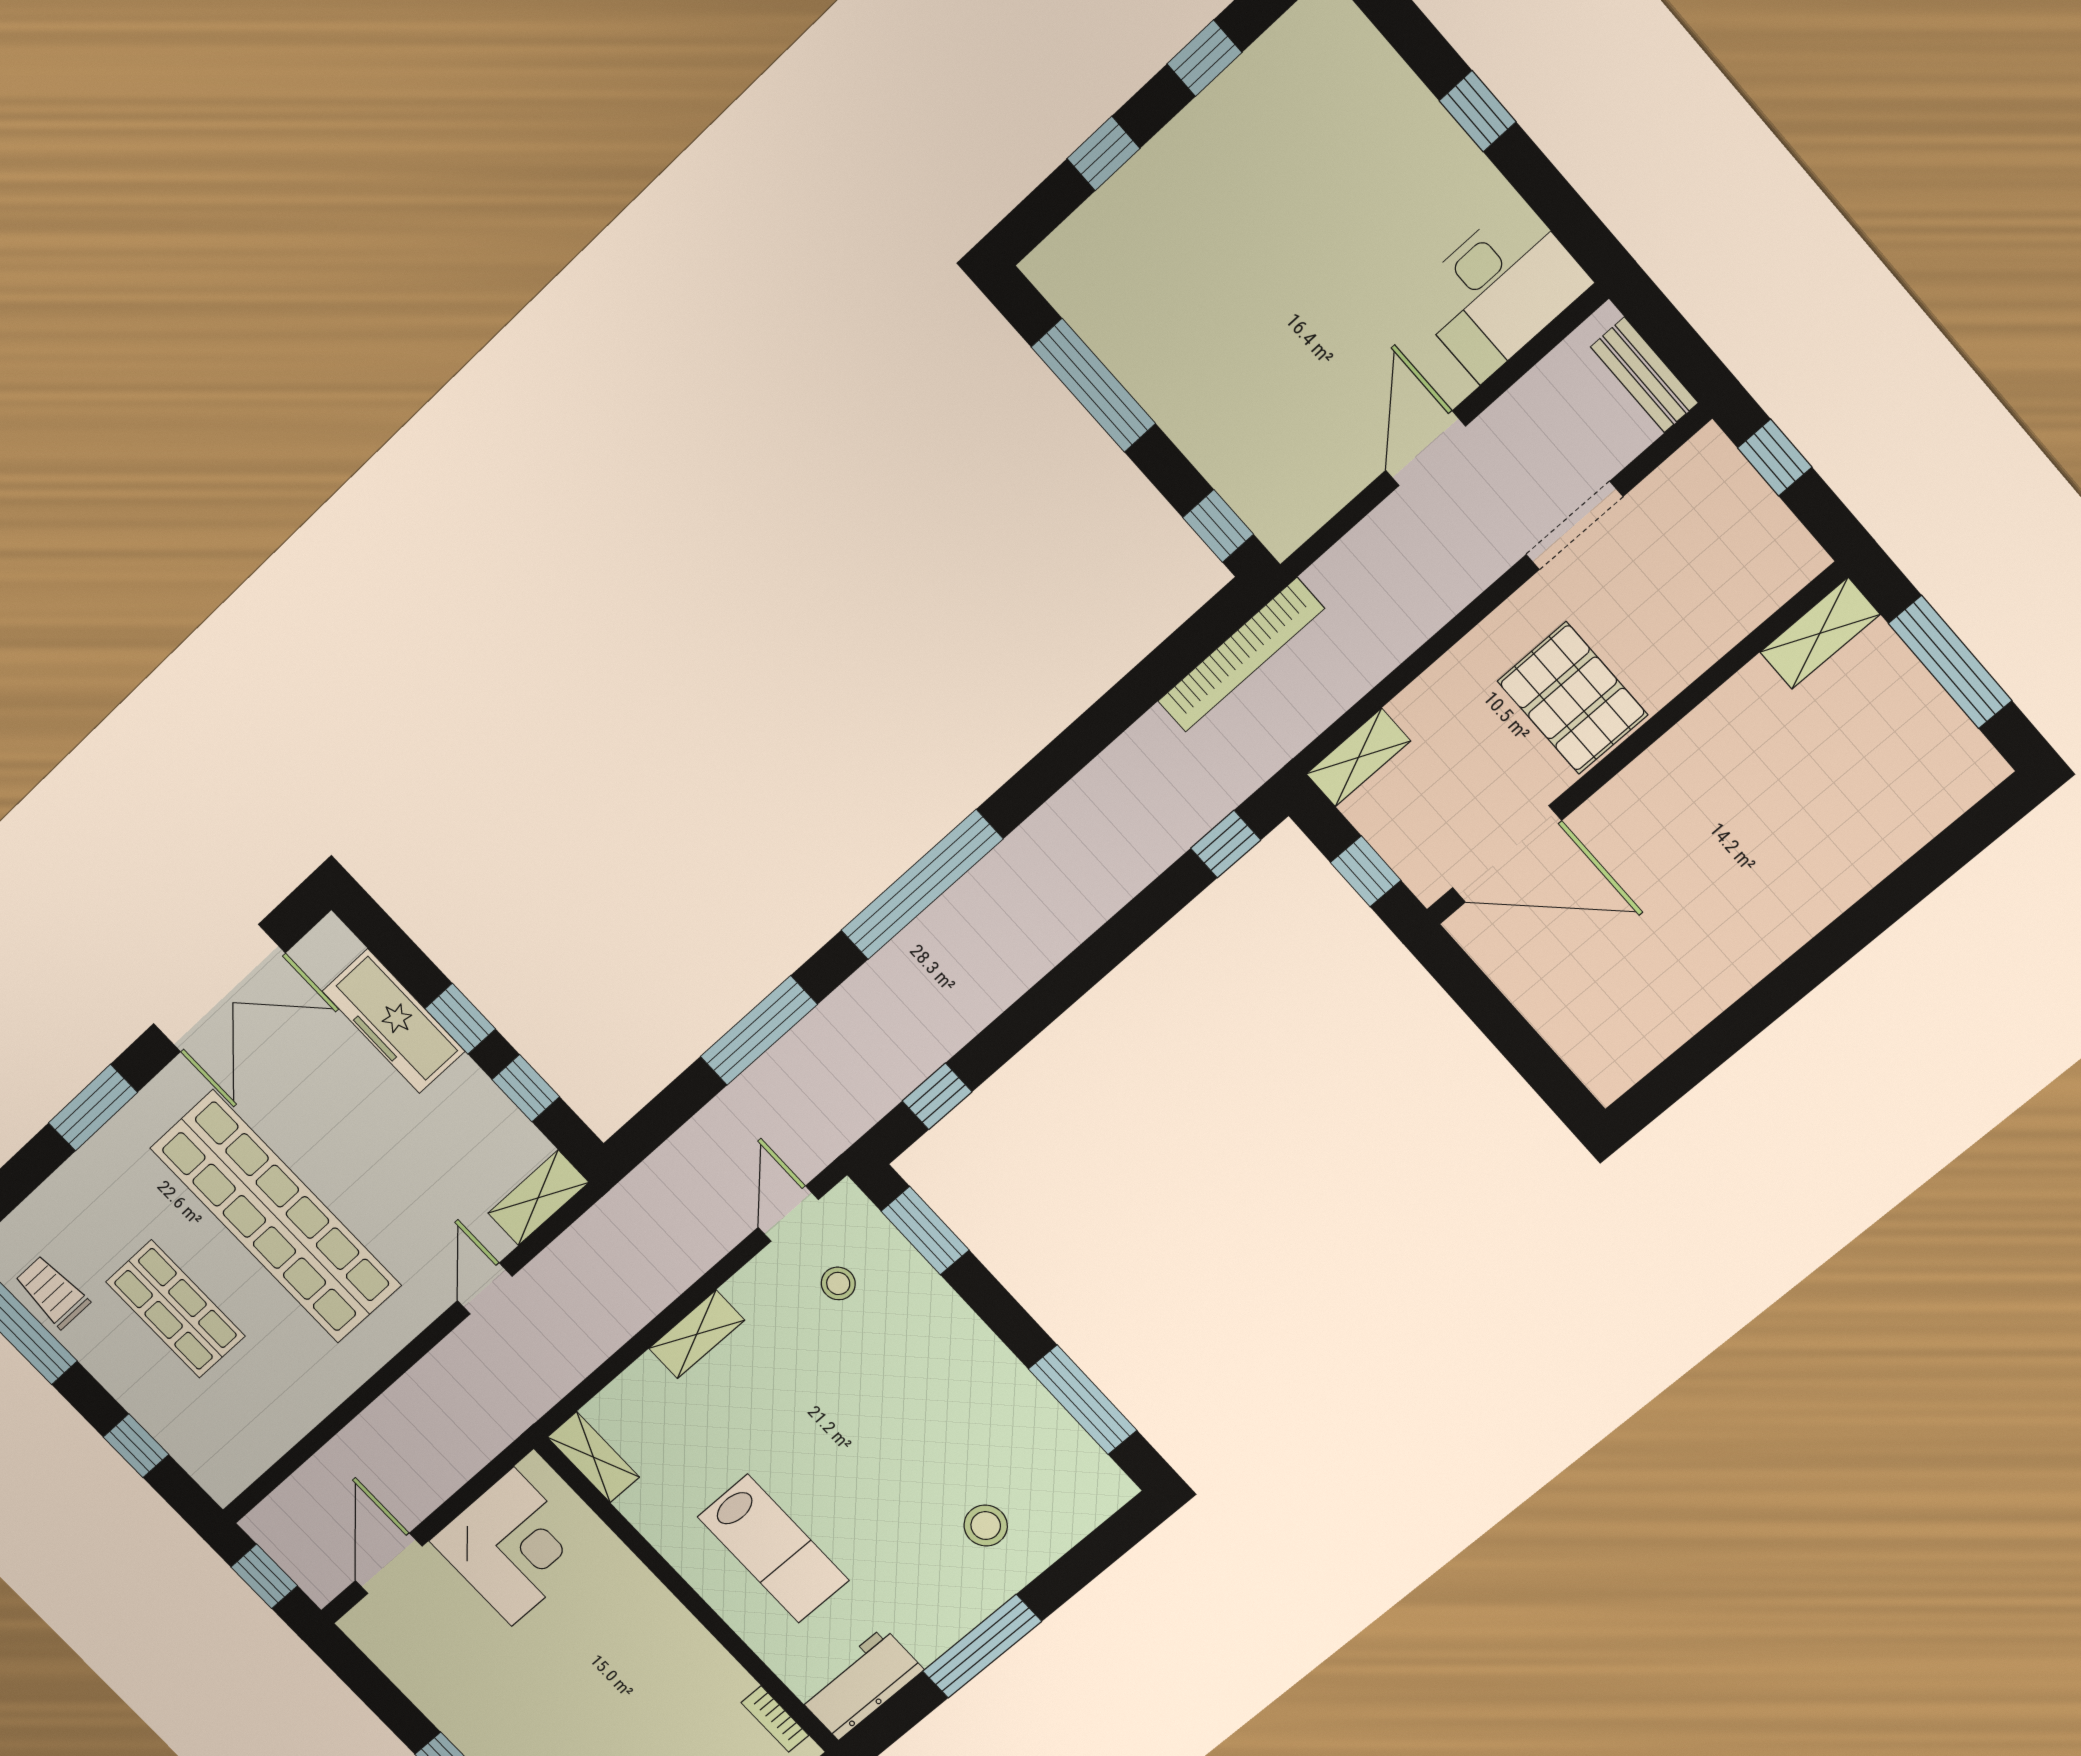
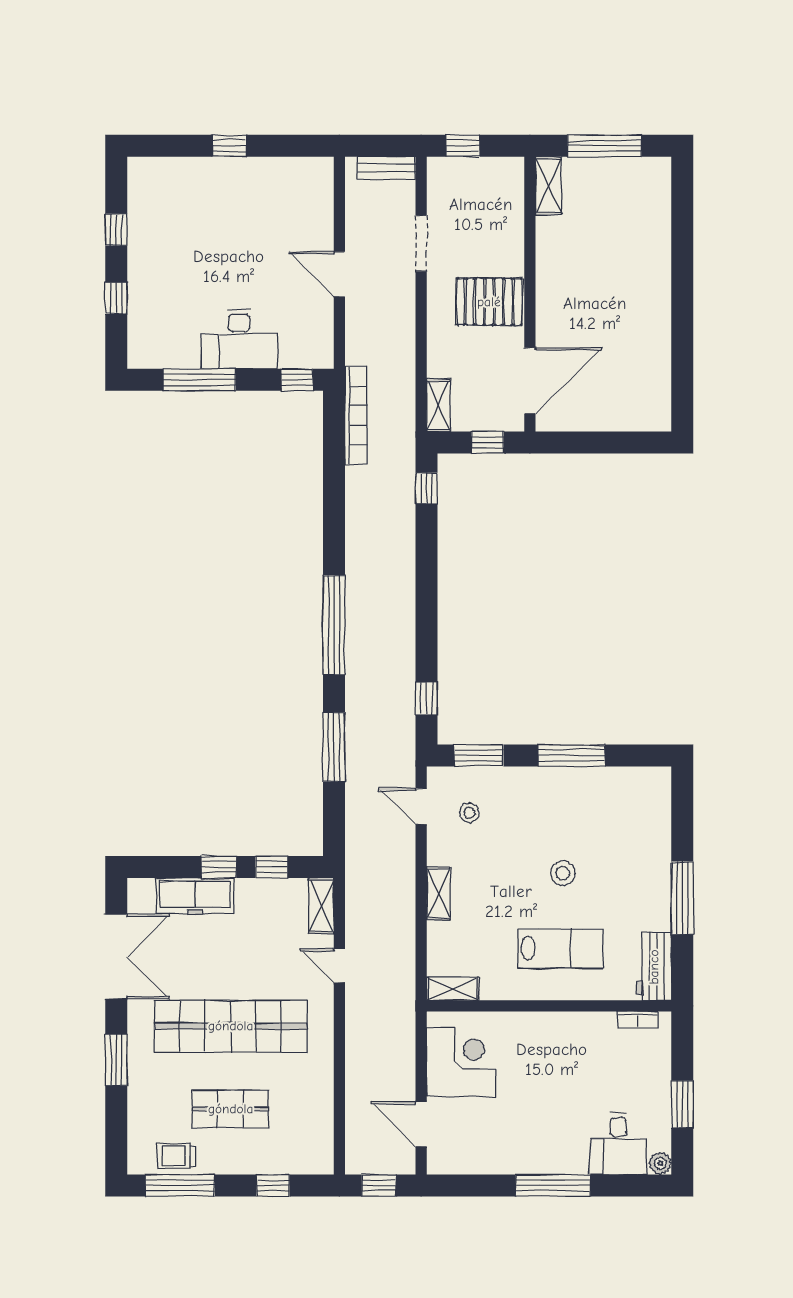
desk: (1499, 290) -> (239, 339), moved, turned 90
window: (1083, 1400) -> (572, 755), moved
stool: (986, 1526) -> (563, 873), moved

